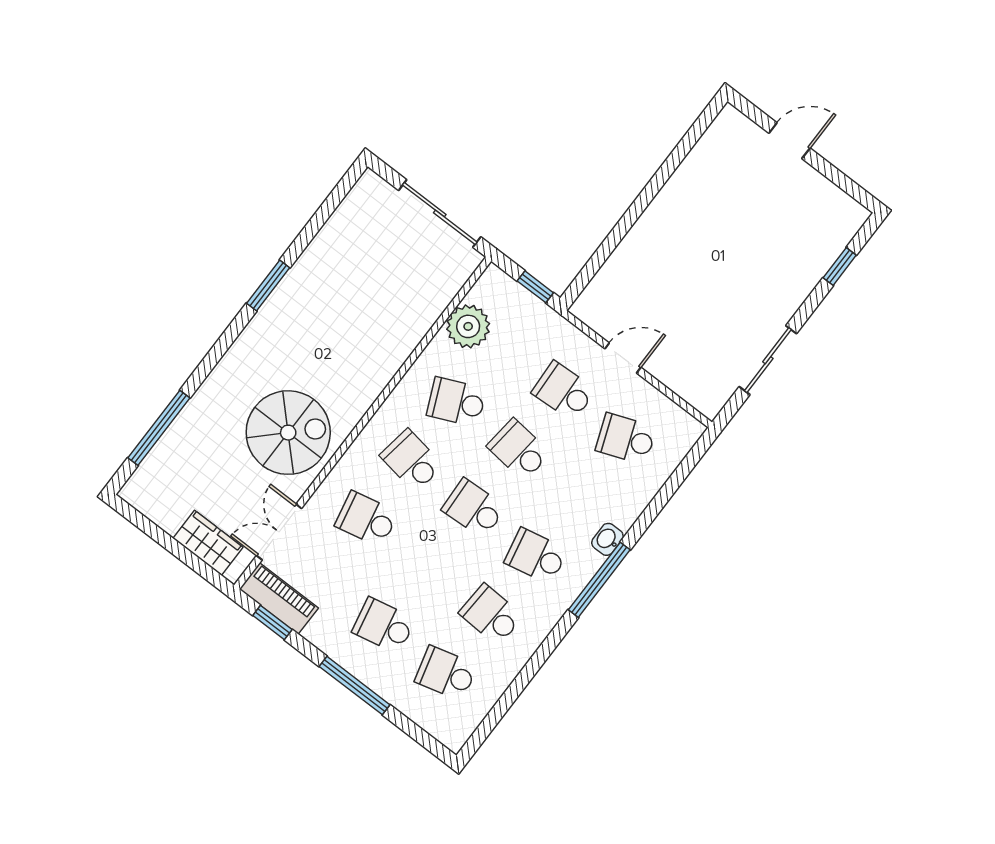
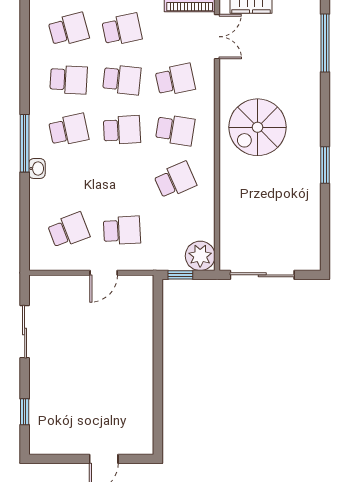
plant: (468, 326) -> (200, 256), moved
spiral stairs: (288, 433) -> (258, 127), moved
school desk: (519, 450) -> (122, 80), moved

